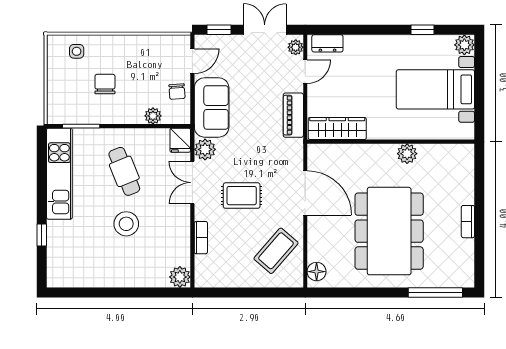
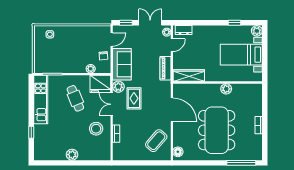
chair: (105, 84) -> (65, 52), removed
fridge: (180, 140) -> (100, 84), width x1.88, depth x1.34
rug: (242, 196) -> (134, 98), moved, turned 90
stool: (126, 224) -> (96, 129), moved
plant: (180, 277) -> (72, 155), moved

